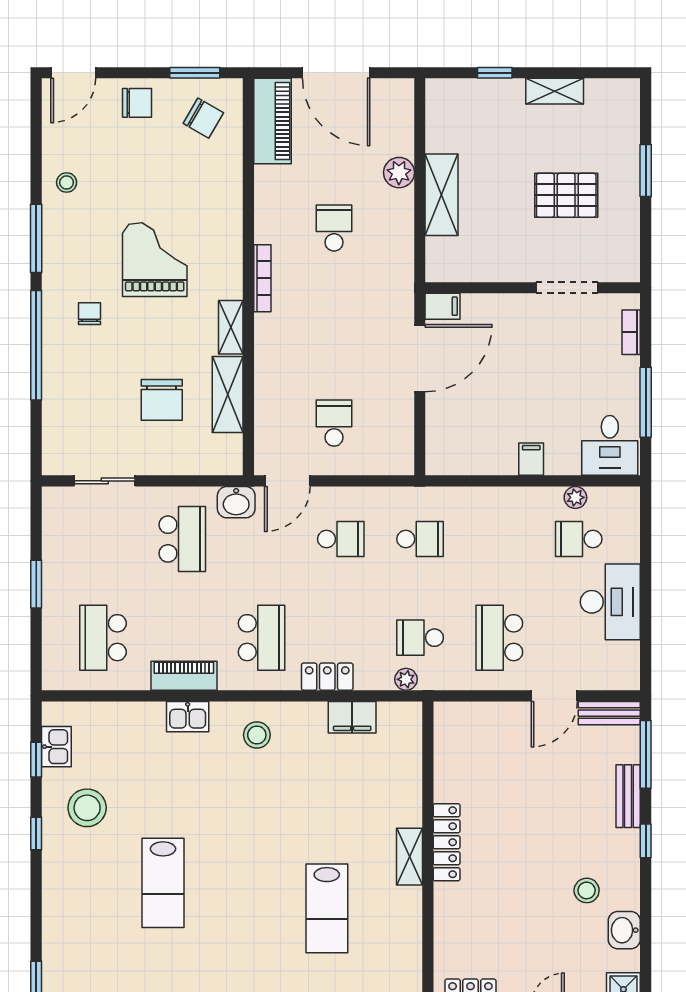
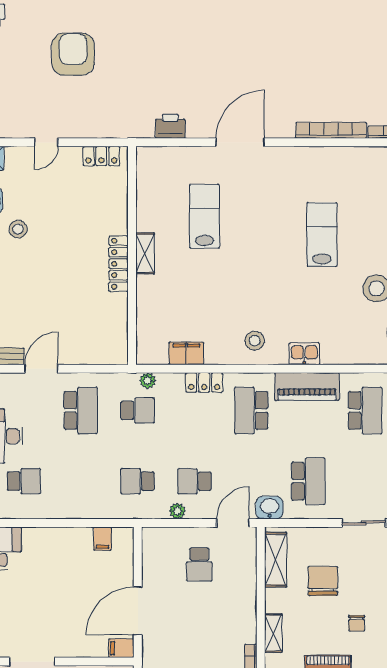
chair: (89, 314) -> (357, 623), moved
shelving: (228, 394) -> (276, 560), moved
filing cabinet: (531, 459) -> (103, 539), moved
plant: (575, 497) -> (177, 511), moved
school desk: (182, 539) -> (308, 481), turned 180
piano: (184, 676) -> (307, 387), width x1.37, depth x1.33

